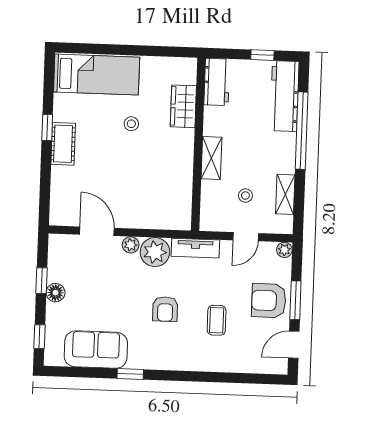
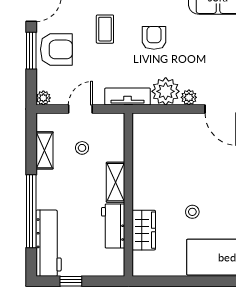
workbench: (217, 82) -> (113, 226), moved

